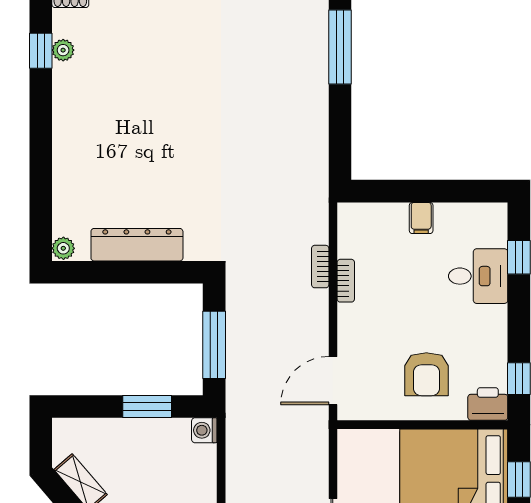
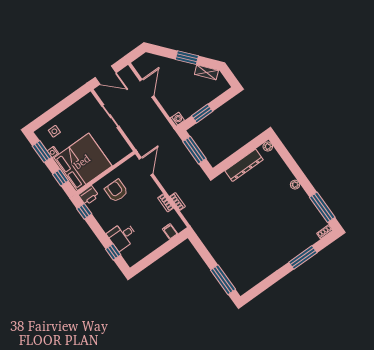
plant: (63, 50) -> (295, 185), moved
window: (41, 51) -> (322, 207), width x2.17
filing cabinet: (421, 218) -> (170, 231), moved

